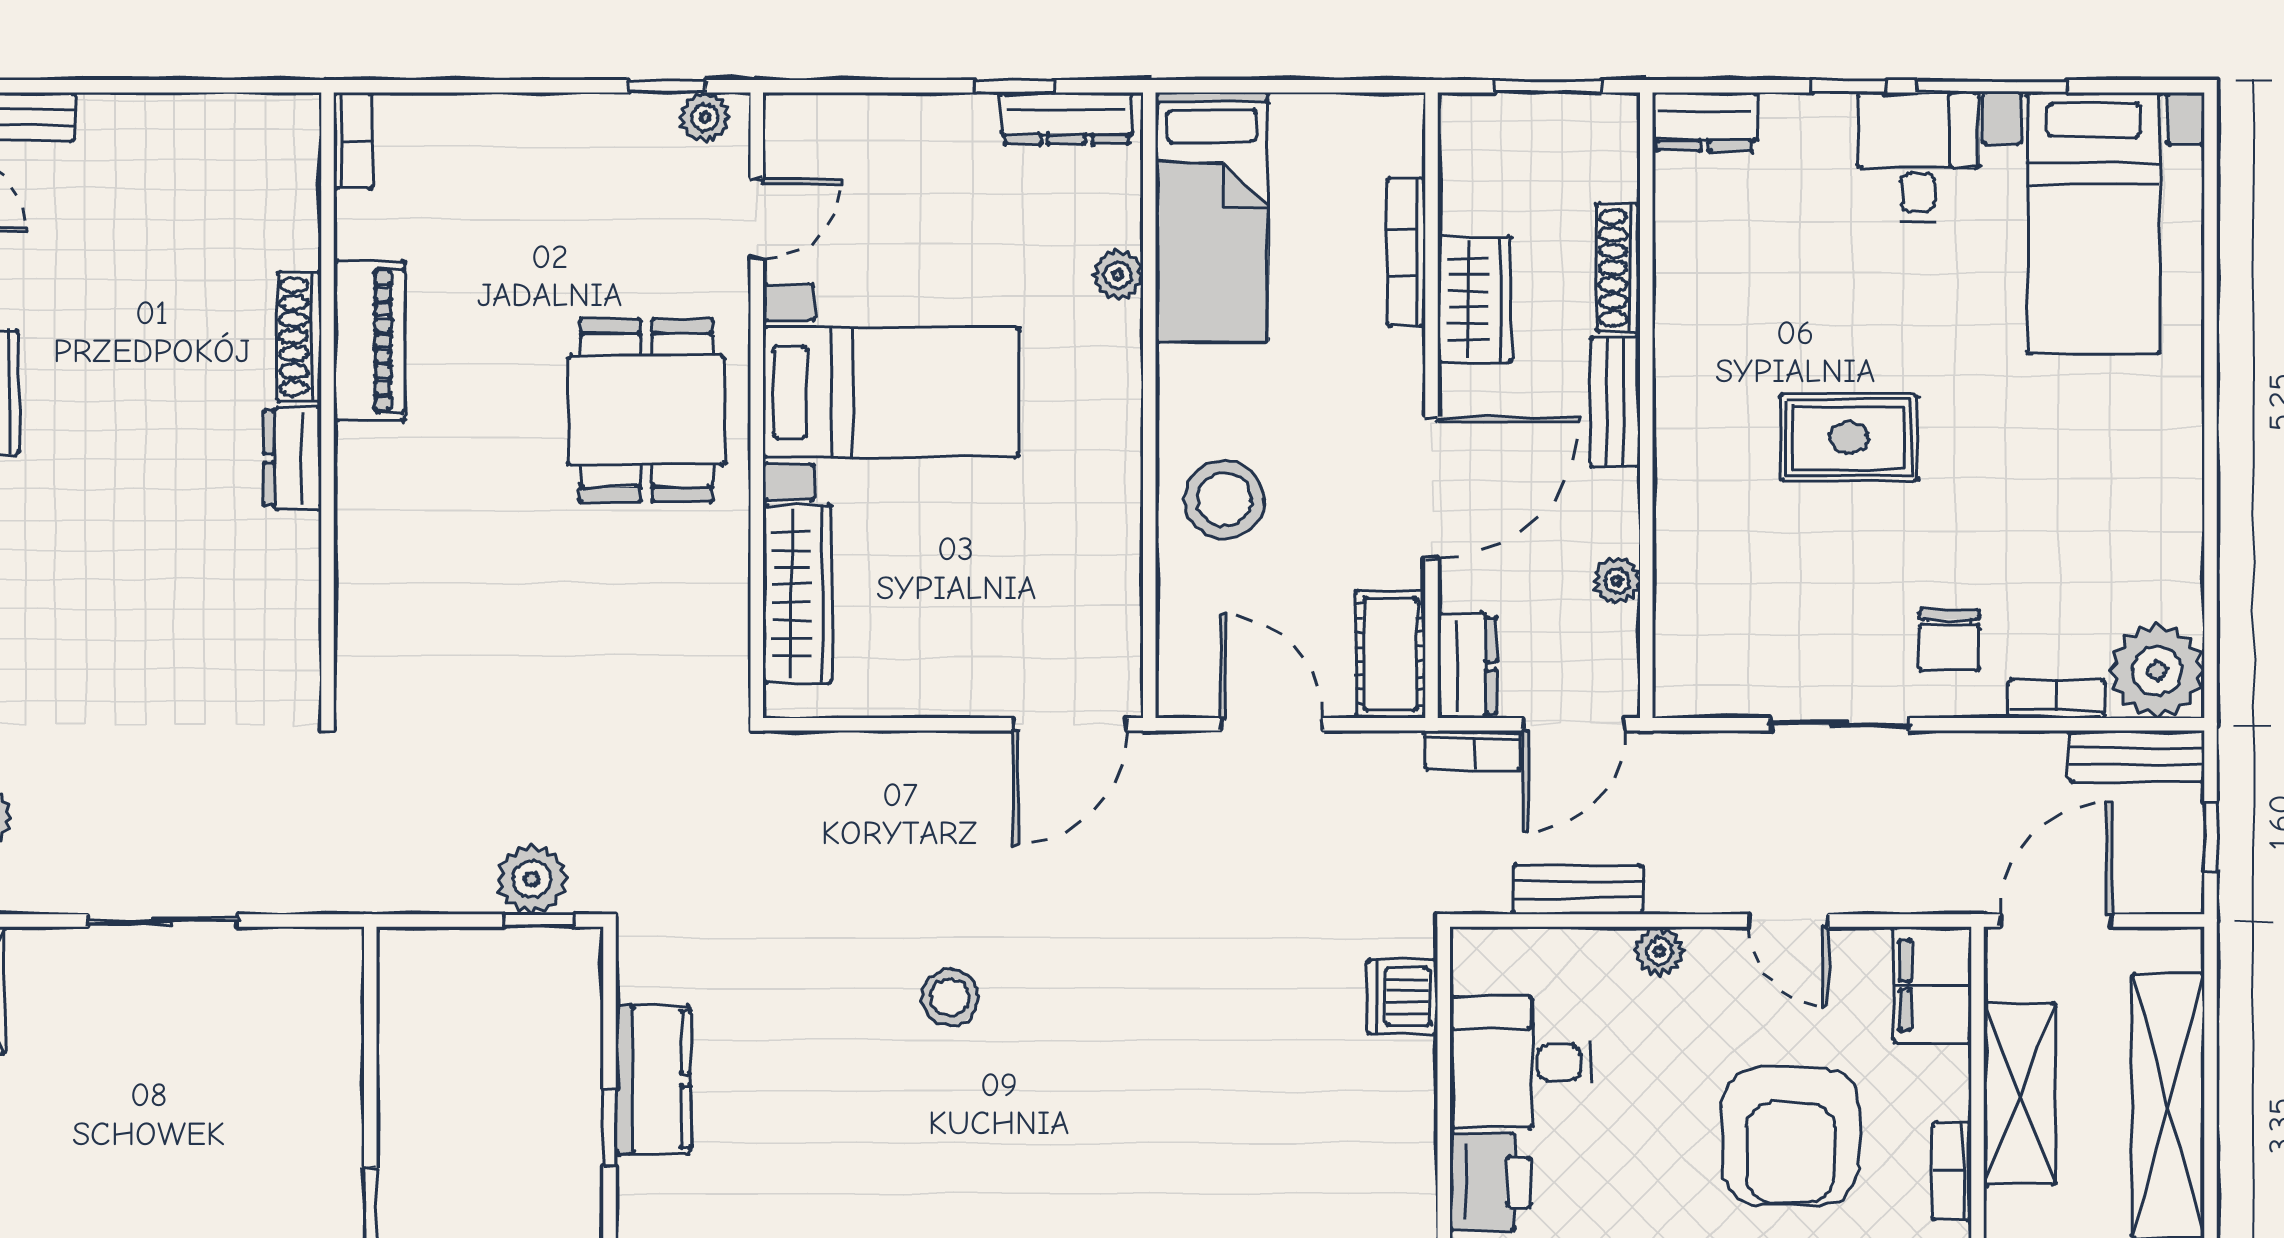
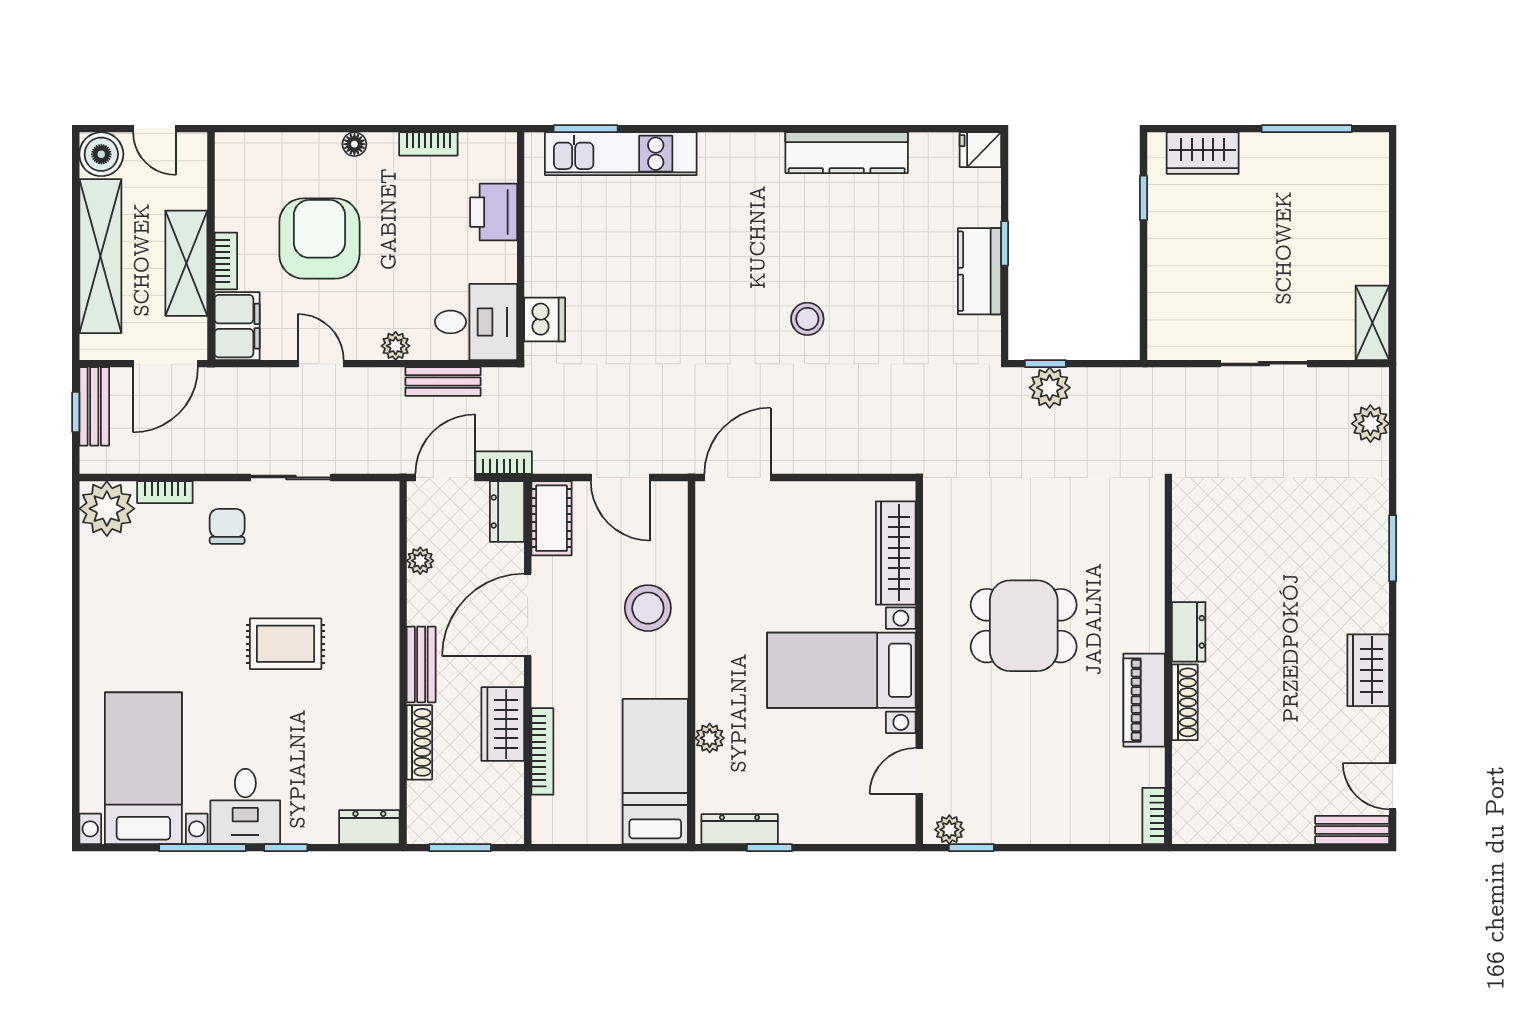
dining table: (646, 410) -> (1024, 626), moved, turned 90
bench: (2137, 756) -> (94, 406), moved, turned 90
desk: (1521, 1062) -> (476, 322), moved
bookcase: (1952, 1171) -> (226, 261), moved

